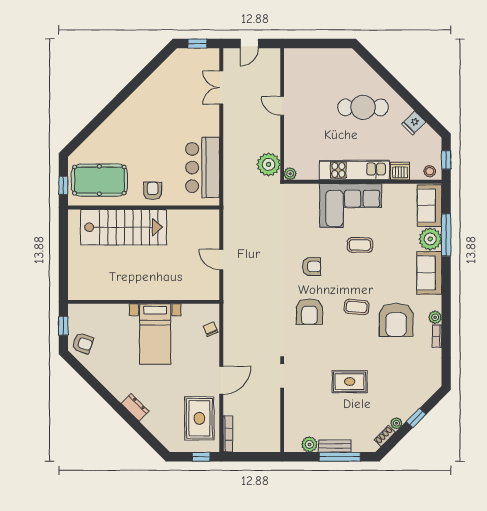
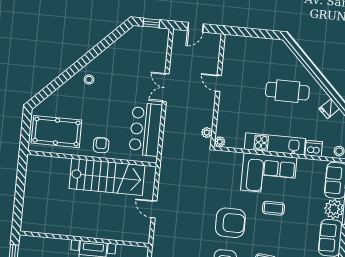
double door: (221, 88) -> (166, 88), moved
stool: (131, 116) -> (89, 79), added
plant: (269, 164) -> (207, 133), width x0.53, depth x0.53
window: (63, 185) -> (25, 133), removed
stairs: (123, 227) -> (107, 177), moved
armchair: (312, 267) -> (230, 223), width x1.88, depth x1.88

